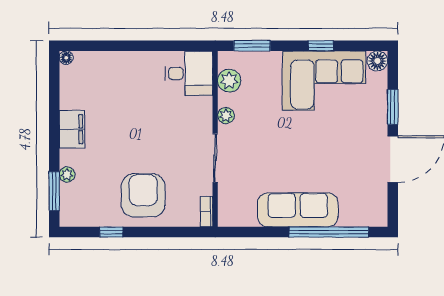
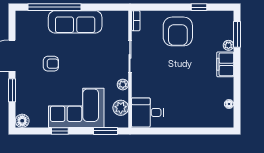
floor lamp: (66, 58) -> (229, 104), moved
corner sofa: (324, 81) -> (76, 108), moved
filing cabinet: (72, 129) -> (225, 64), moved
armchair: (334, 147) -> (51, 64), added

